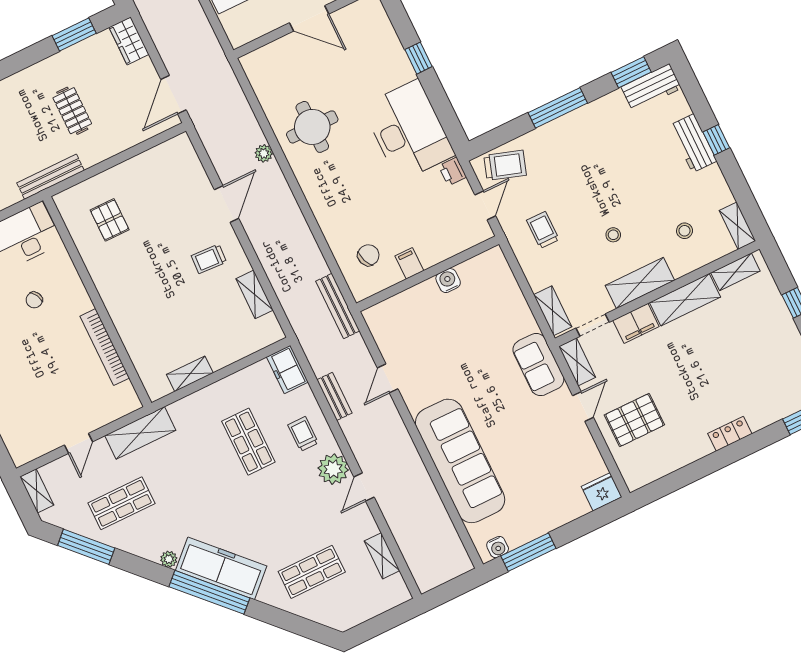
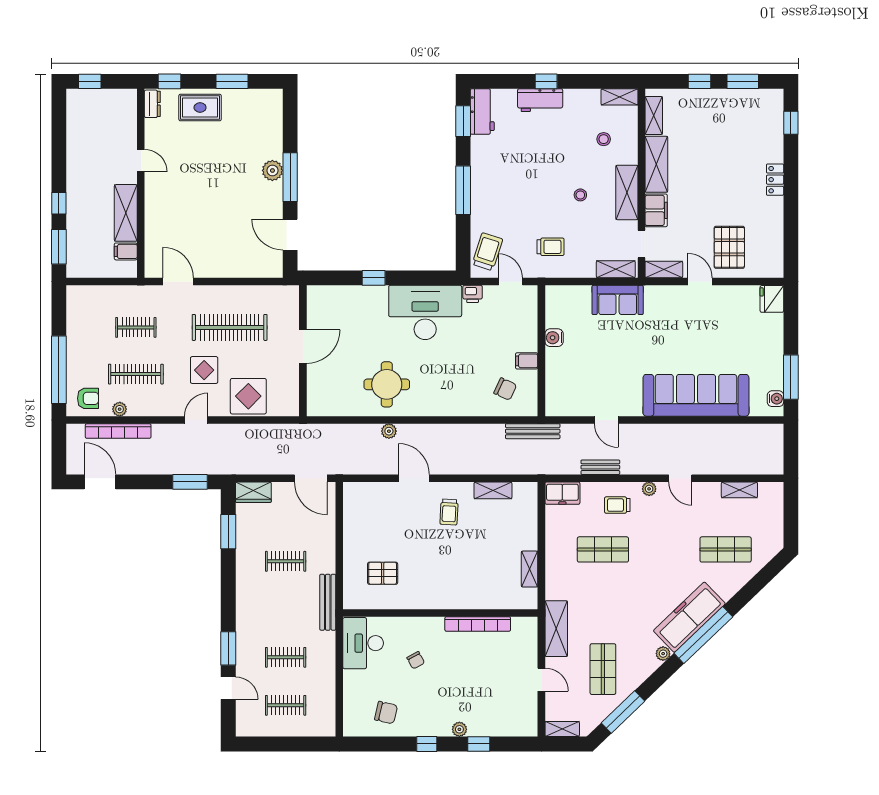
trolley: (543, 230) -> (551, 247), turned 180
chair: (368, 255) -> (505, 389), turned 136
sofa: (538, 365) -> (618, 300), moved
plant: (333, 469) -> (649, 489), width x0.53, depth x0.53
shop shelf: (312, 572) -> (726, 549), turned 90

